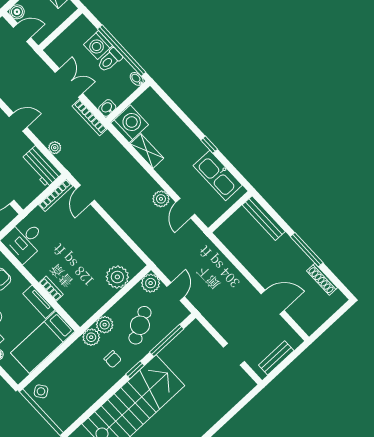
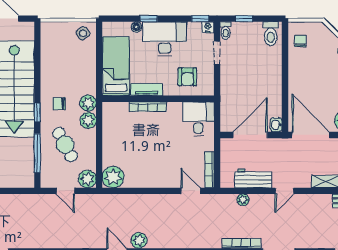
workbench: (41, 167) -> (253, 178), moved
plant: (117, 277) -> (113, 177), moved
bookcase: (51, 289) -> (148, 107), width x1.56

